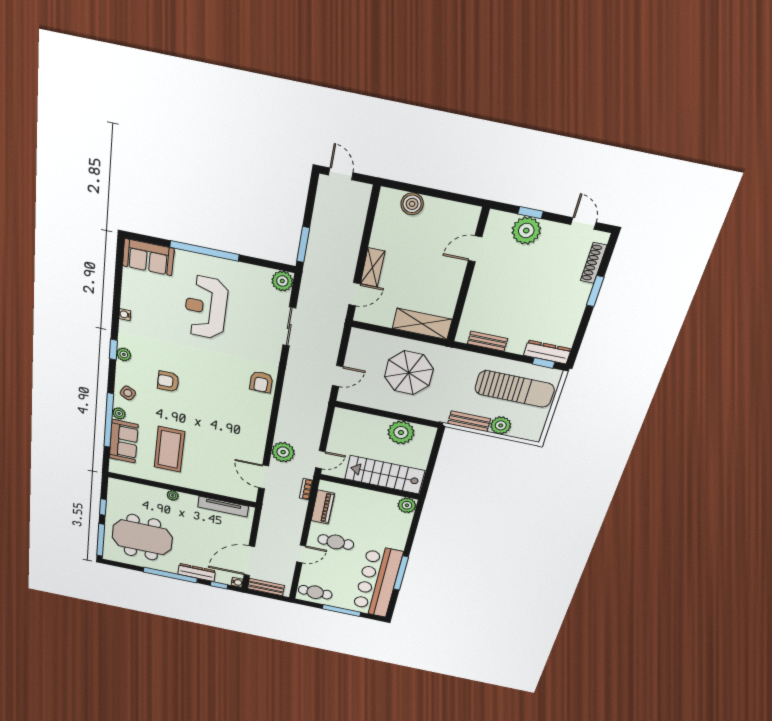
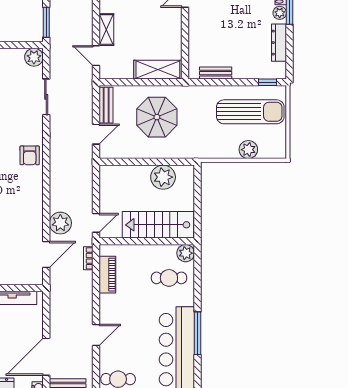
plant: (583, 291) -> (280, 13), added
door: (354, 294) -> (96, 56), swing flipped
dresser: (547, 352) -> (279, 43), moved, turned -90
bench: (469, 421) -> (106, 105), moved, turned 90
door: (264, 477) -> (46, 255), swing flipped
cafe table: (336, 542) -> (169, 278), moved

